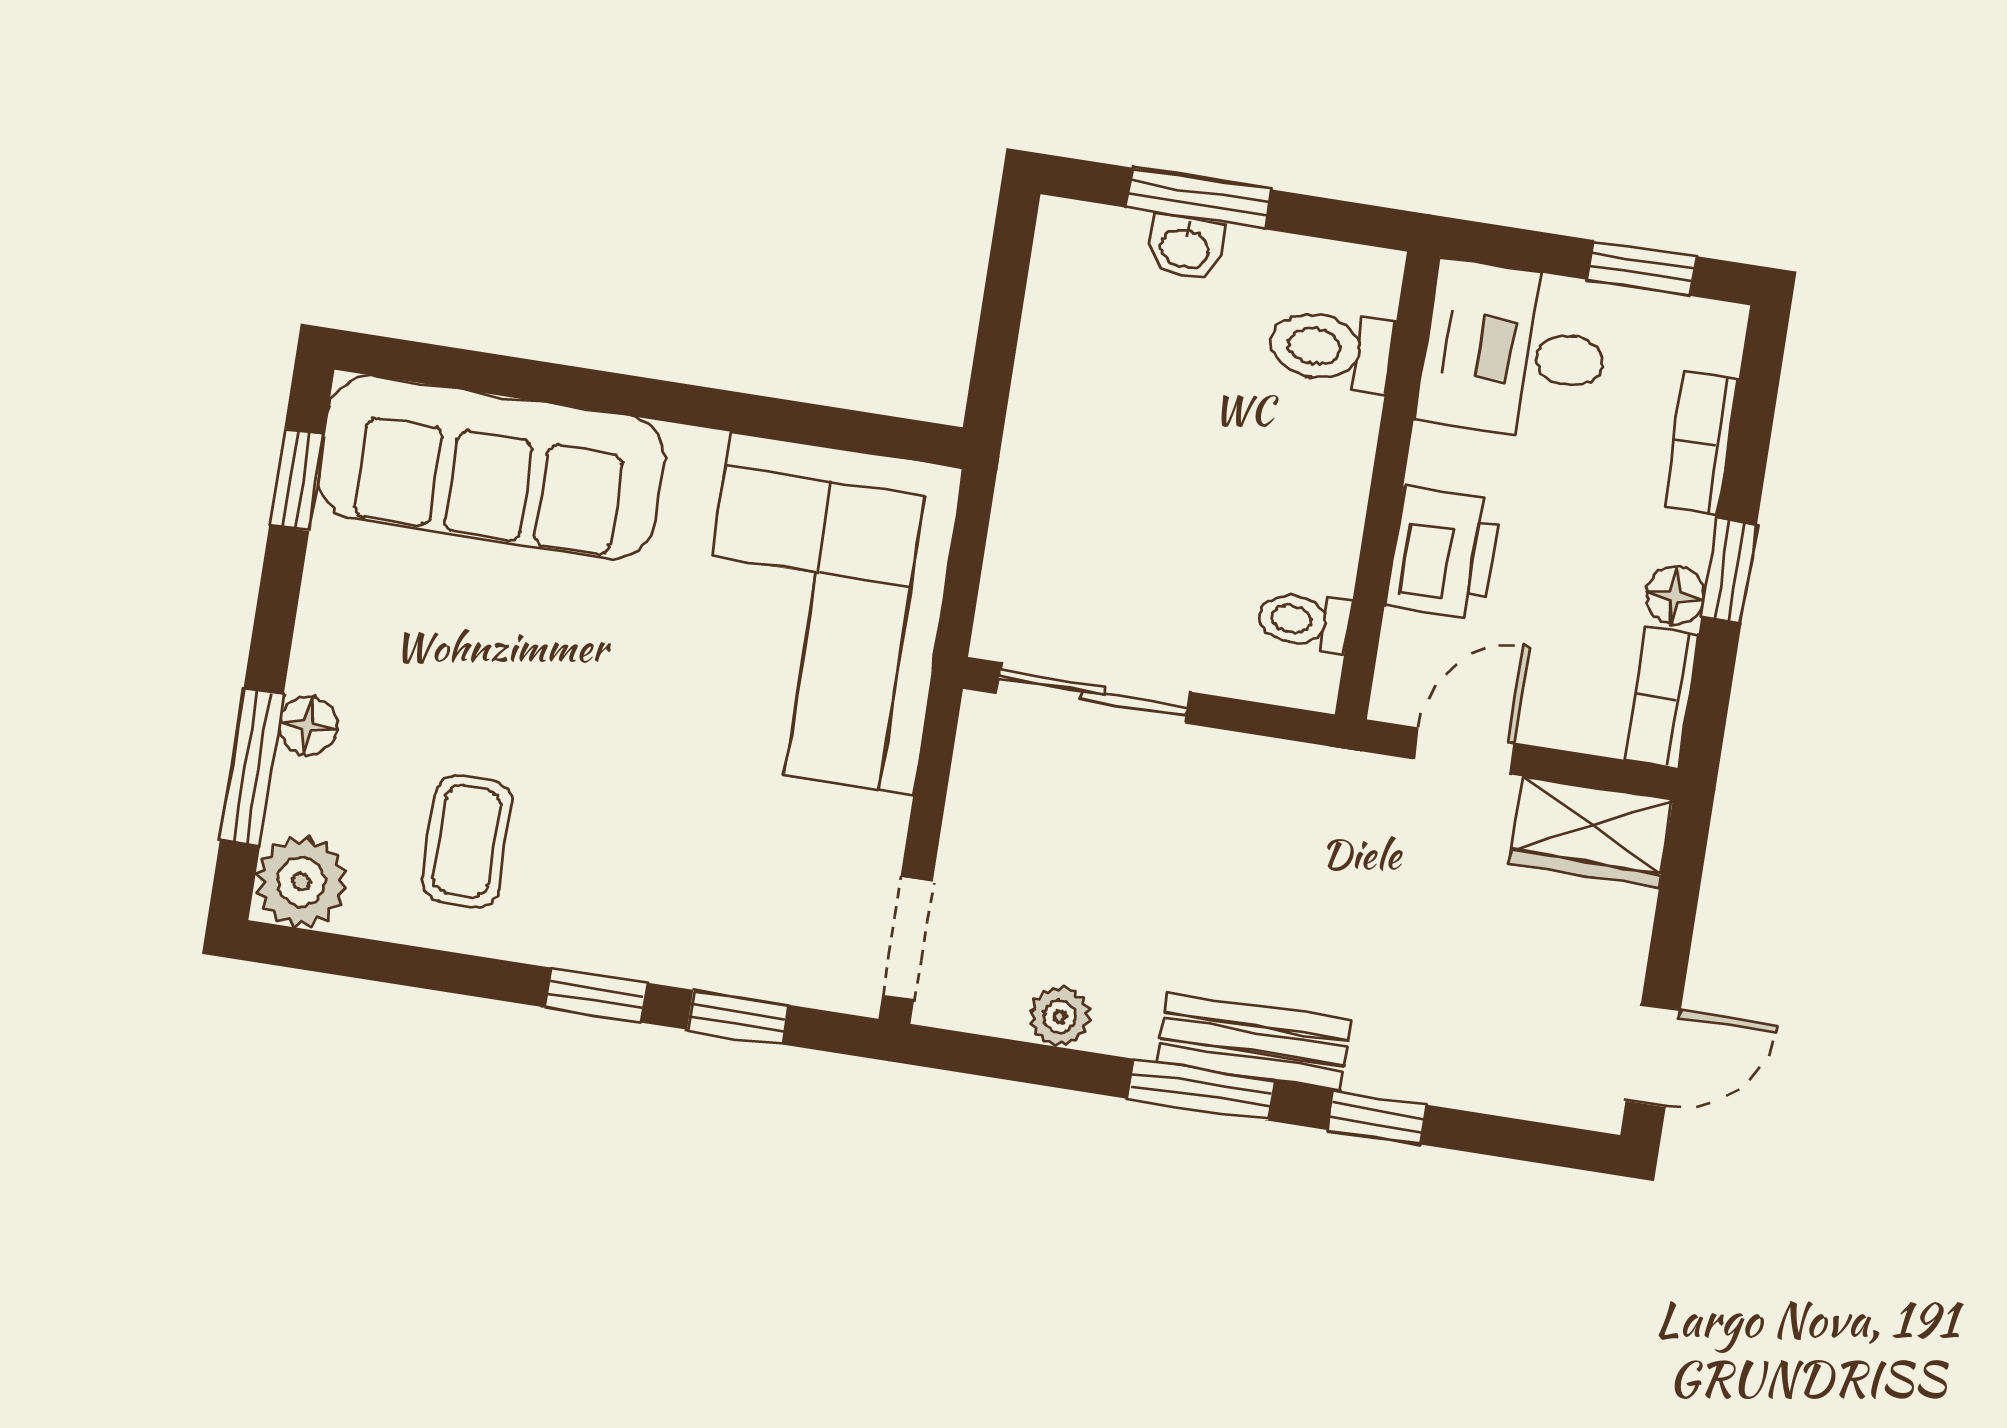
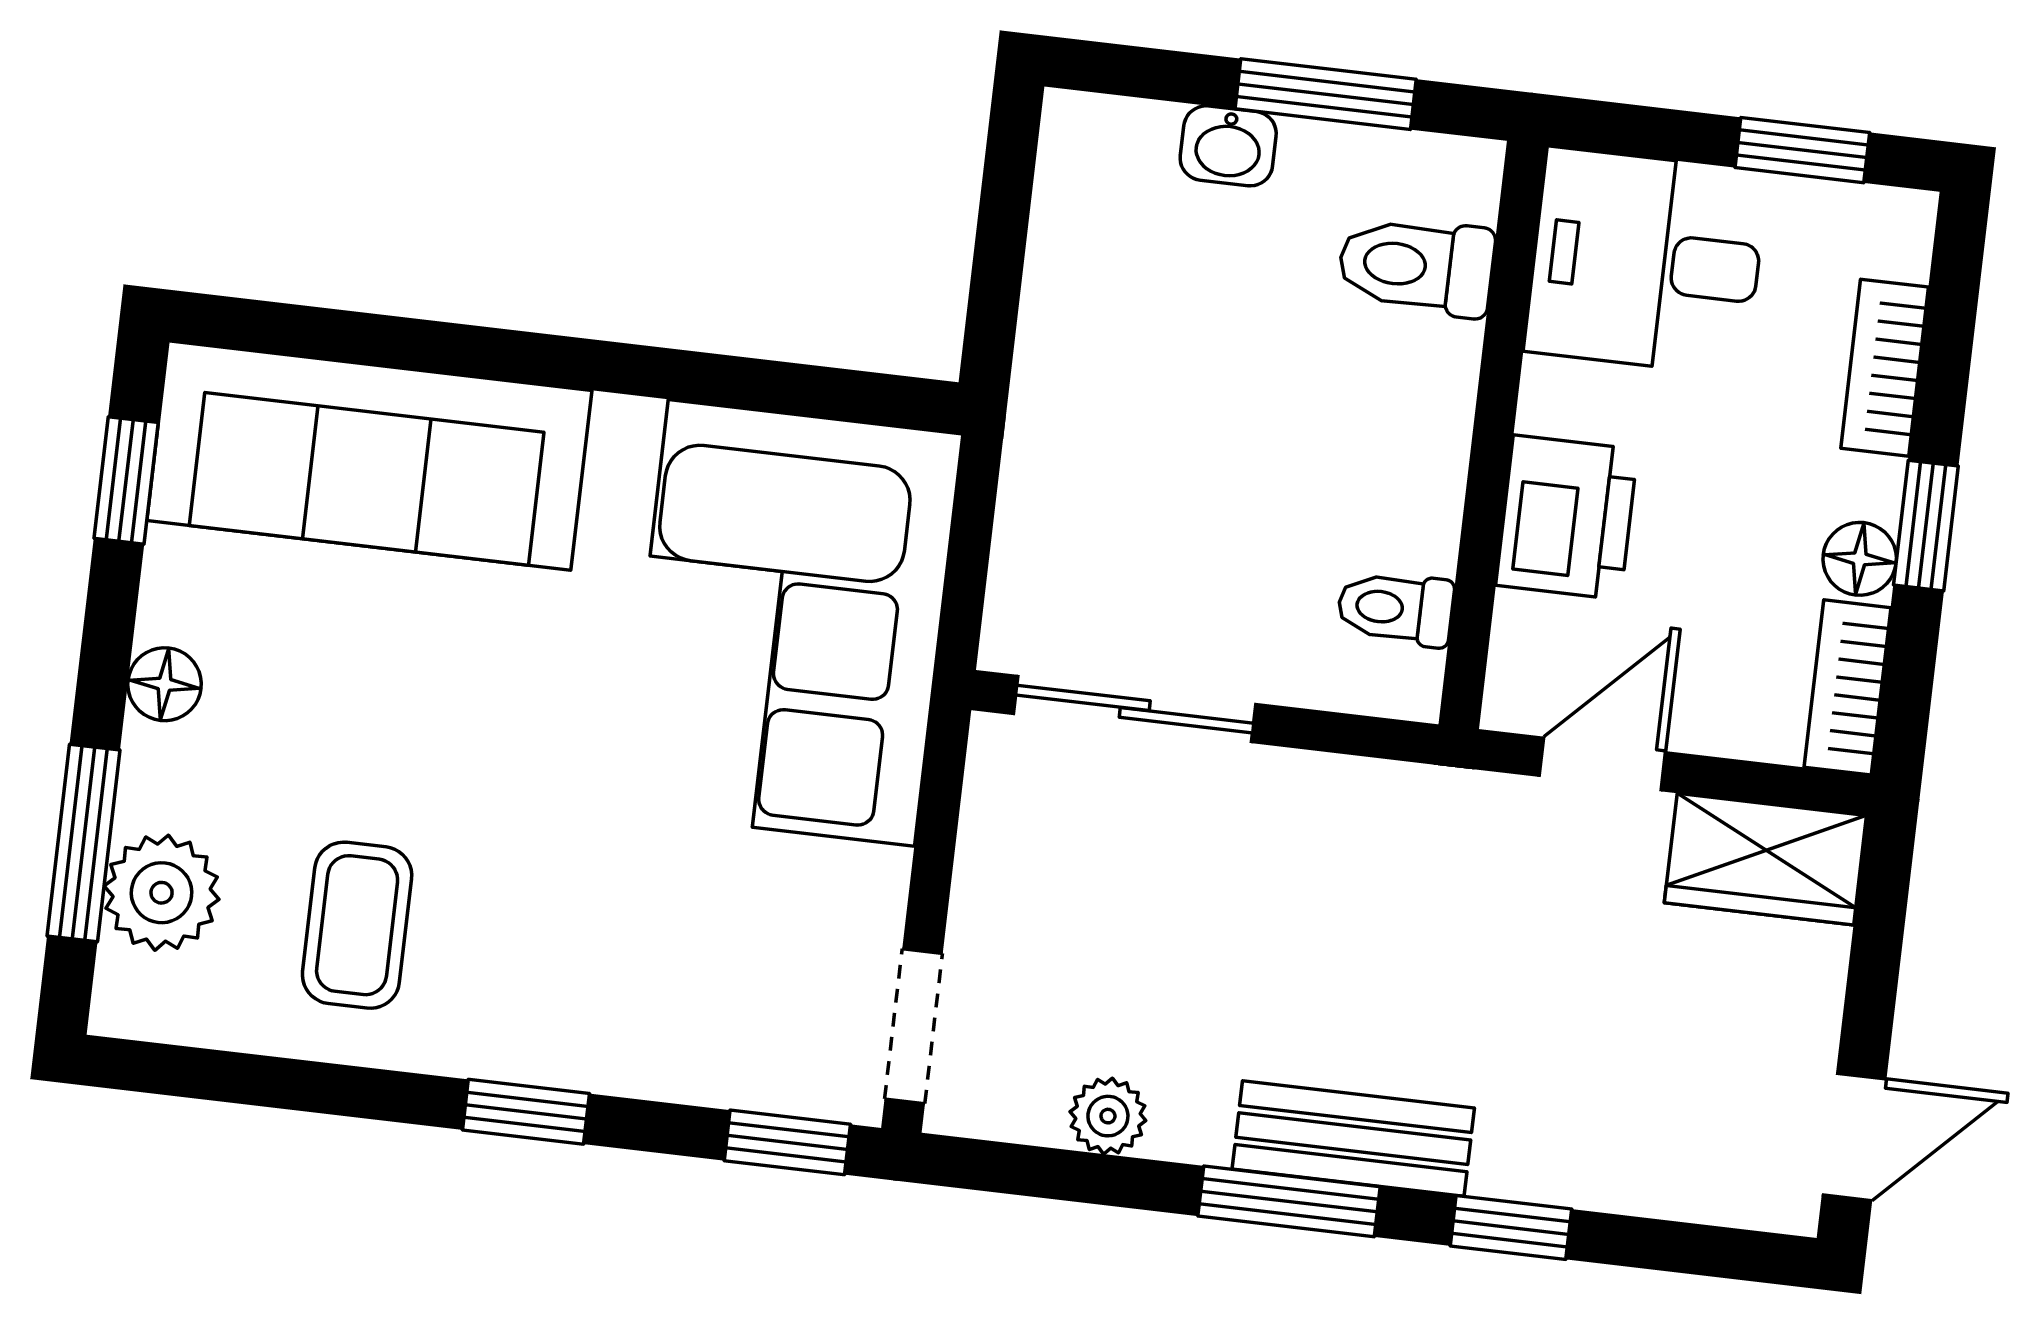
window: (1199, 199) -> (1326, 94), moved
floor lamp: (308, 726) -> (165, 684), moved
plant: (301, 882) -> (162, 893), moved
window: (738, 1017) -> (787, 1142), moved

